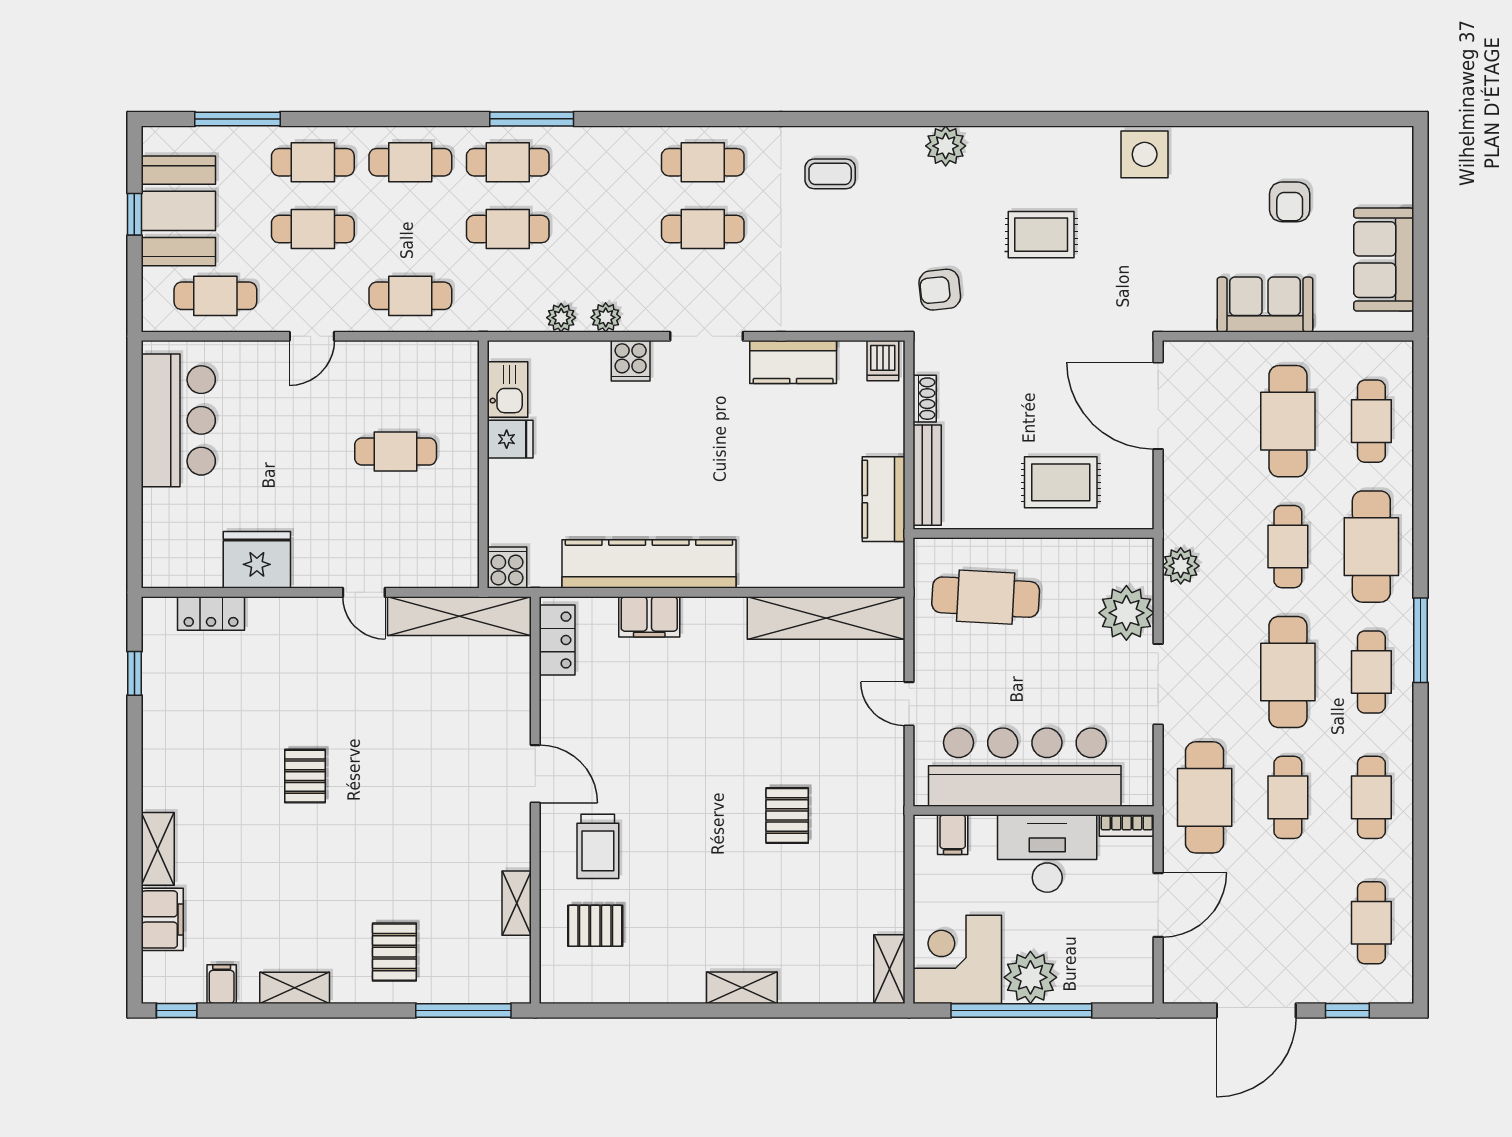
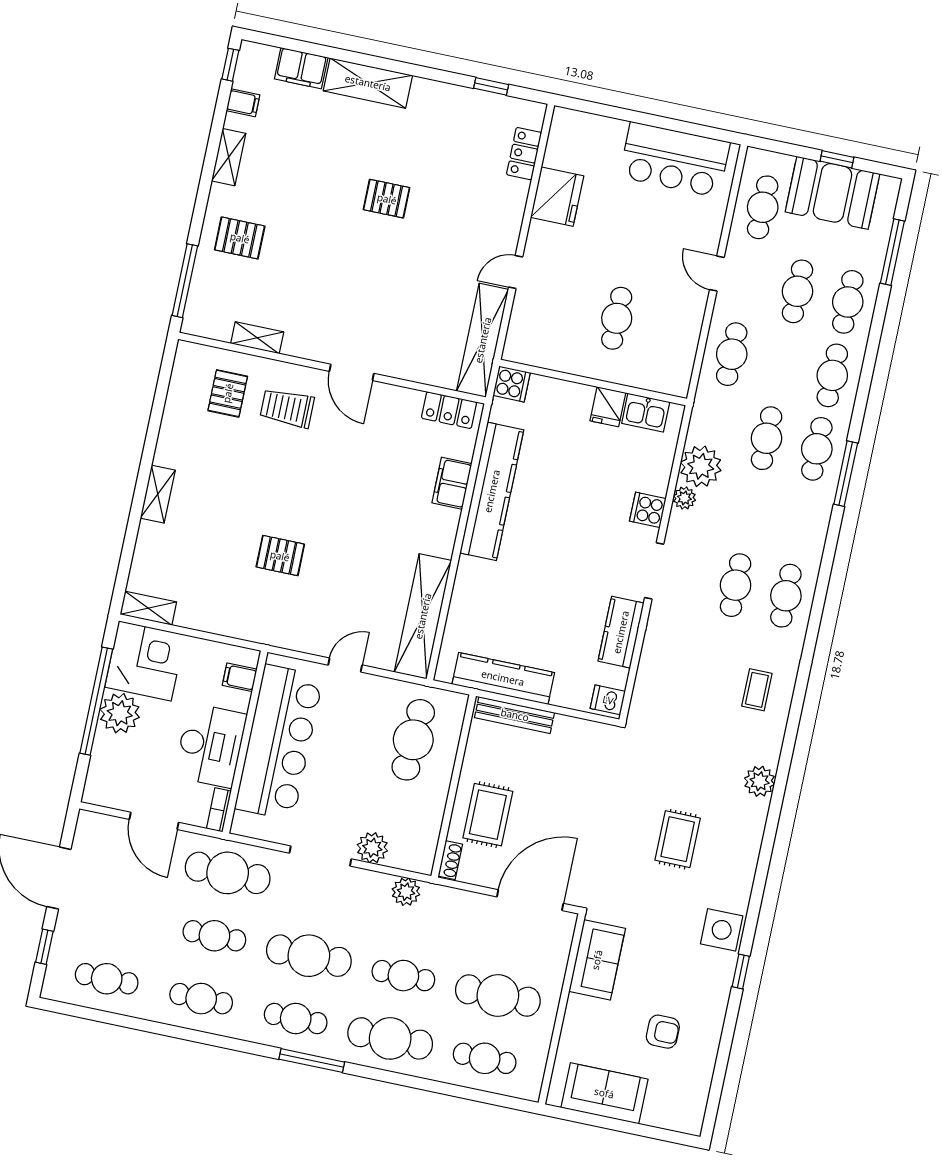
window: (1192, 119) -> (741, 972), added
armchair: (1290, 202) -> (663, 1032), turned 180
armchair: (940, 290) -> (652, 754), removed
sofa: (1265, 305) -> (597, 960), moved
plant: (561, 318) -> (701, 466), width x1.87, depth x1.87
shoe rack: (925, 399) -> (450, 860), moved, turned -90
kitchen counter: (884, 499) -> (503, 678), width x1.50
plant: (1126, 613) -> (372, 848), width x0.73, depth x0.73
door: (535, 774) -> (352, 372), hinge flipped
shelving: (158, 849) -> (368, 83), width x1.50, depth x1.33

